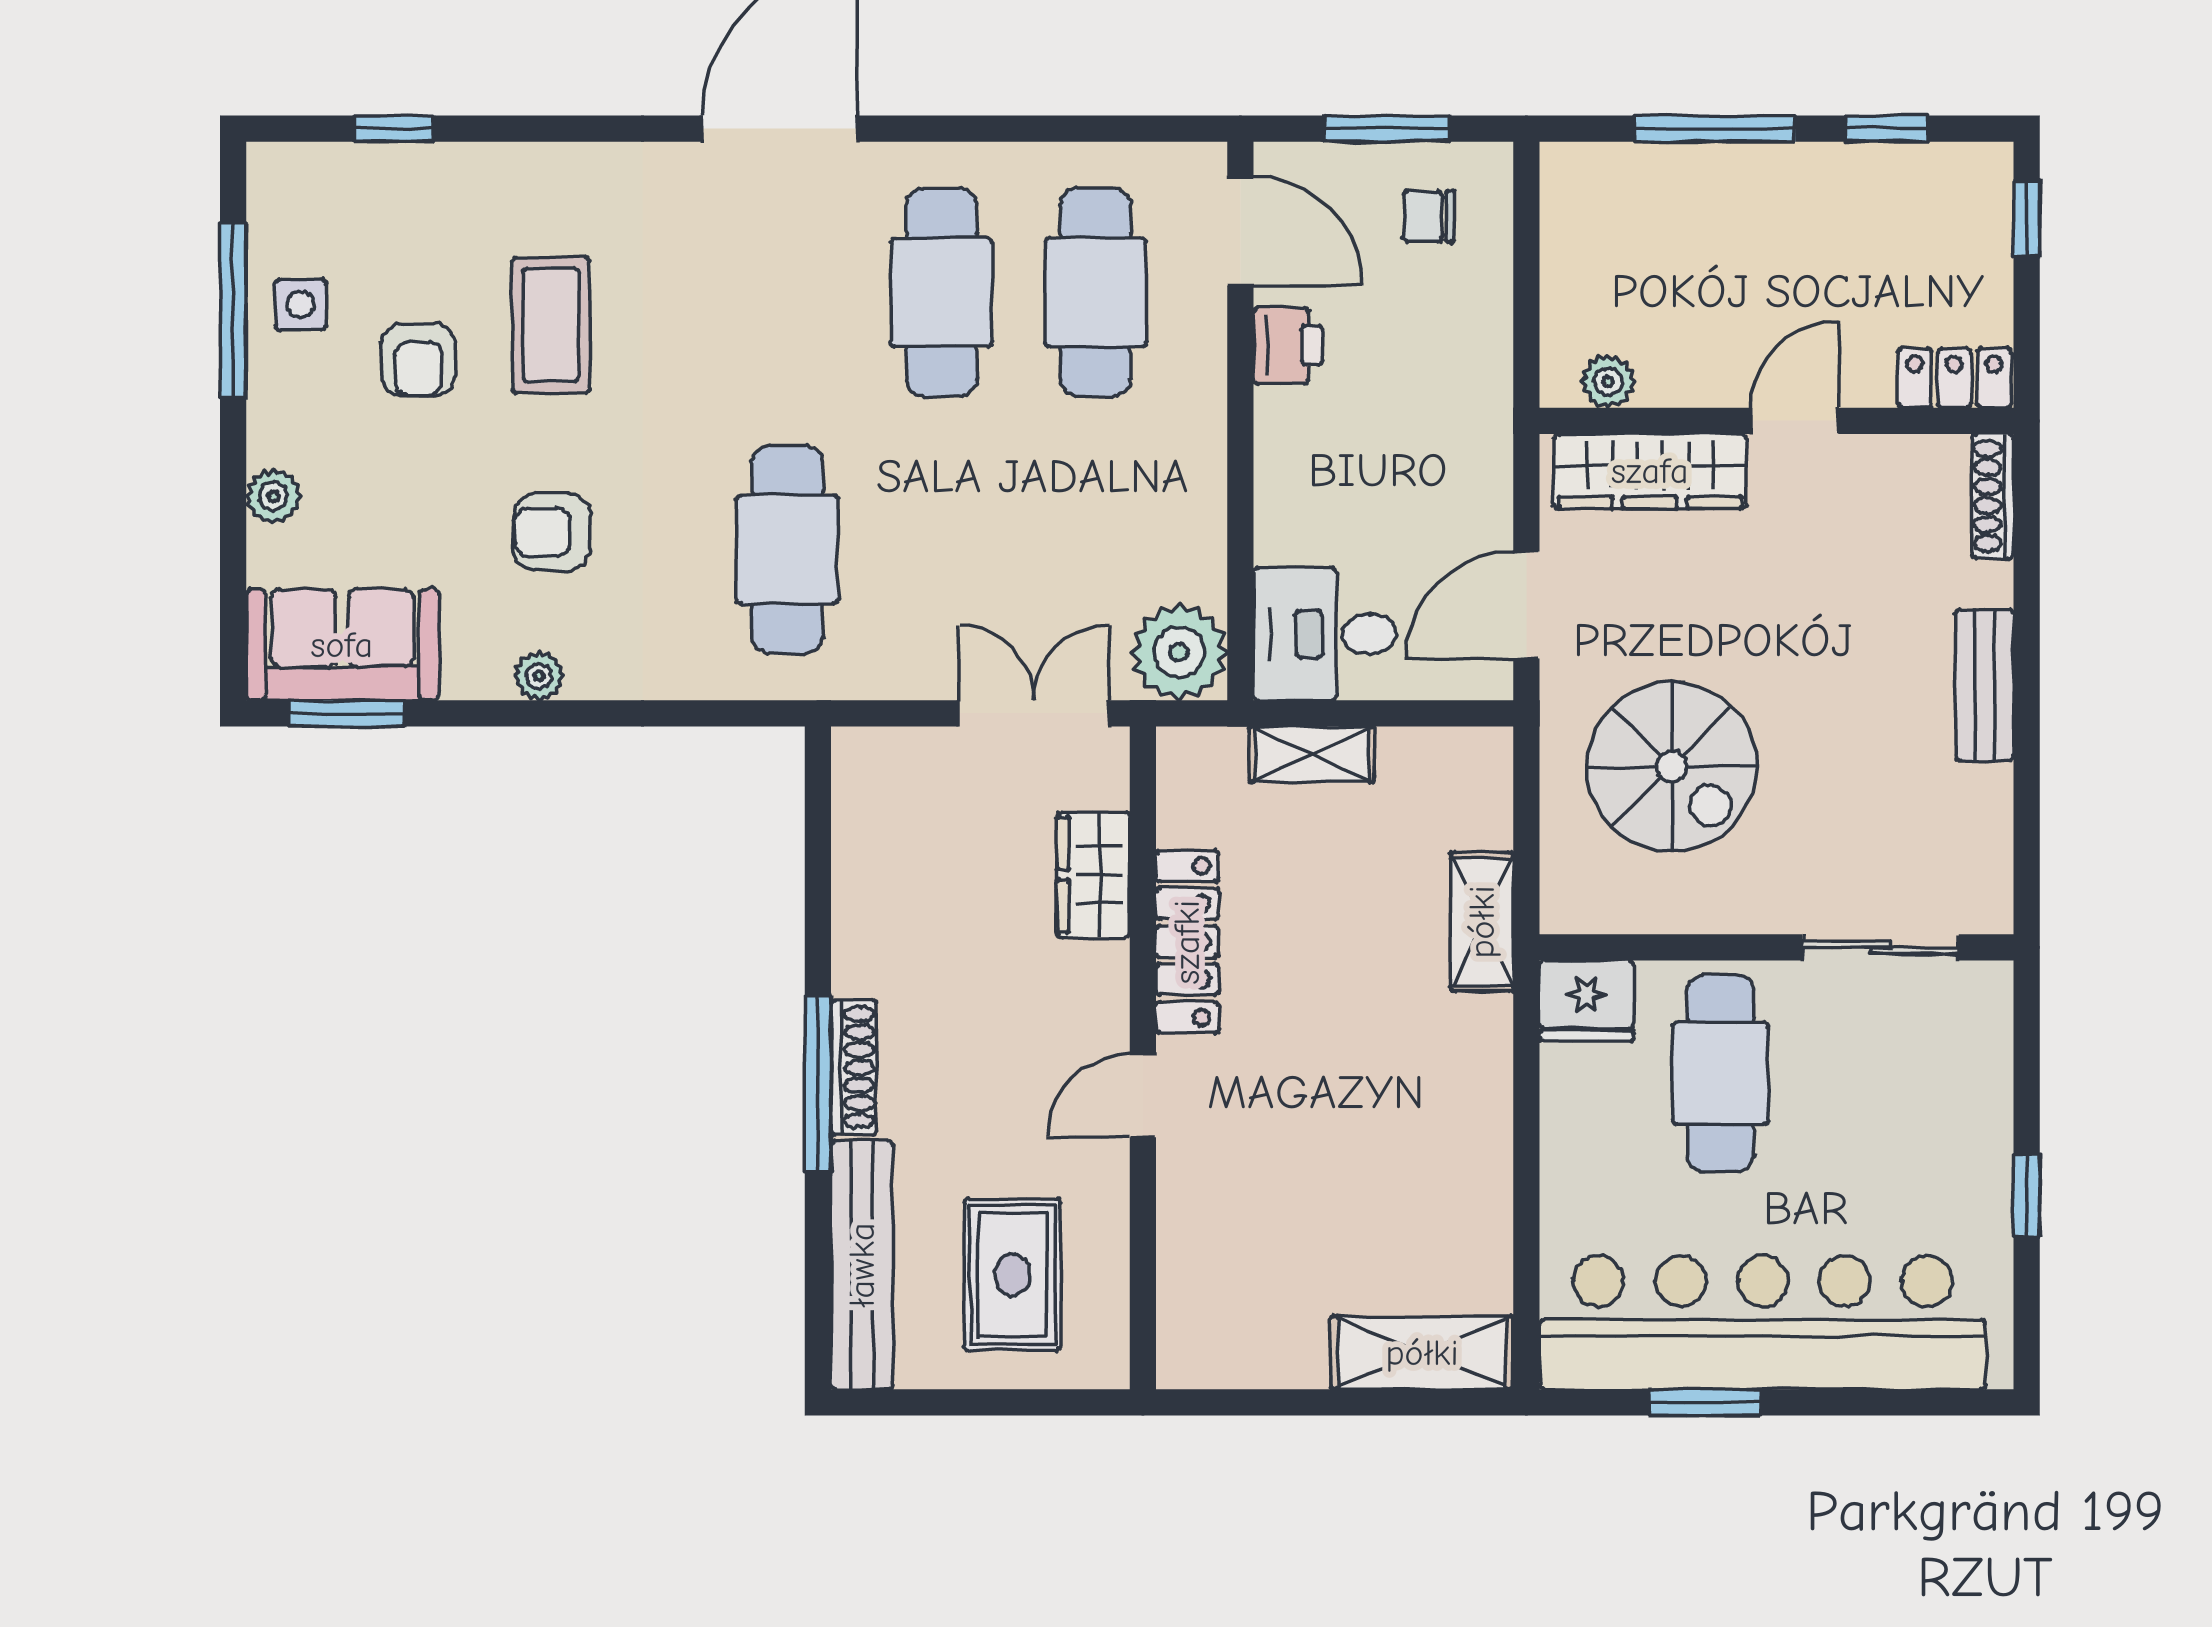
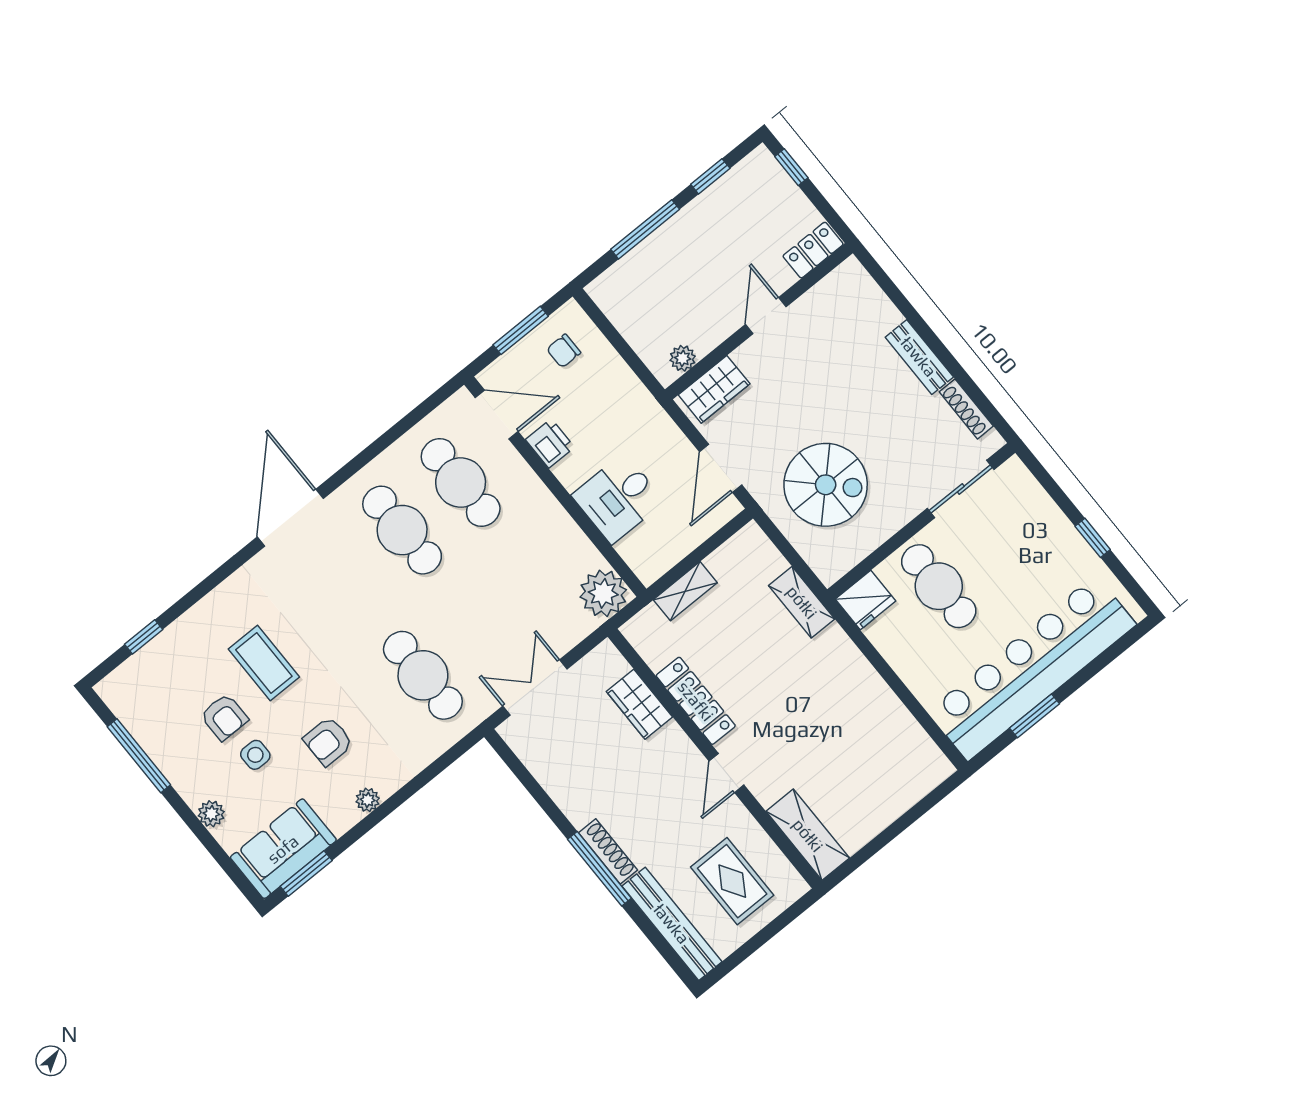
side table: (301, 304) -> (255, 755), moved
wardrobe: (1650, 471) -> (714, 389), width x0.67
shoe rack: (1993, 496) -> (966, 409), moved
desk: (1325, 634) -> (618, 498), moved
double door: (1034, 713) -> (535, 688), moved
shelving: (1422, 1353) -> (808, 835), moved, turned 90

